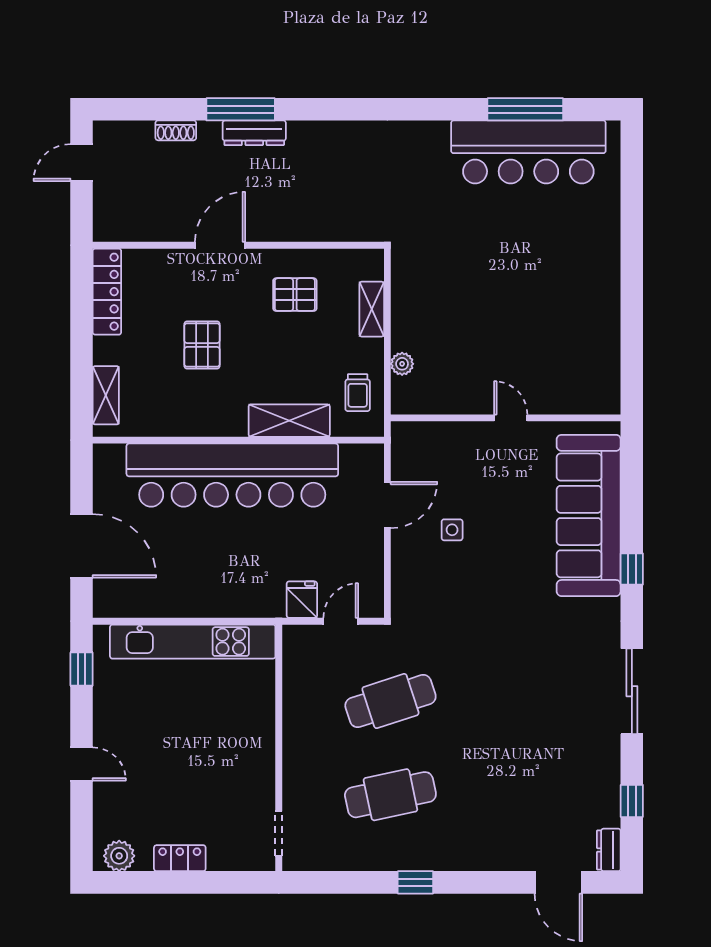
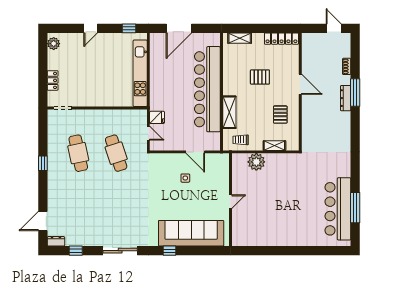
plant: (402, 364) -> (256, 162), width x1.87, depth x1.87
locker: (180, 858) -> (53, 80), moved

